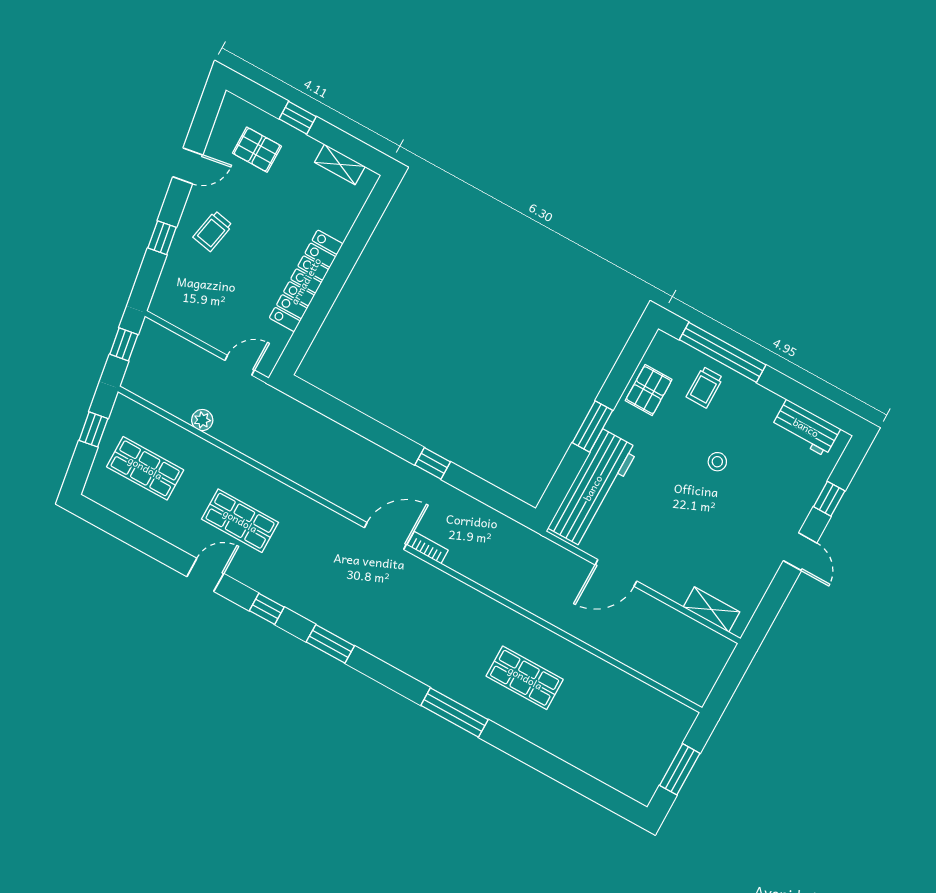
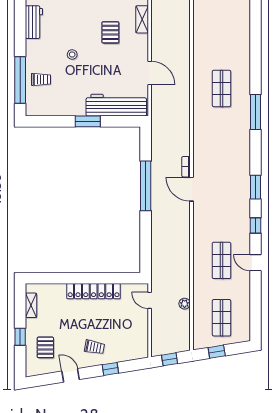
pallet: (649, 390) -> (110, 32), moved, turned 90
window: (433, 463) -> (146, 186), width x3.17

